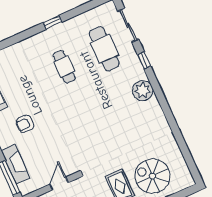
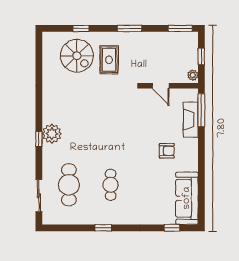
window: (144, 60) -> (39, 139), moved
door: (59, 183) -> (161, 86), hinge flipped

